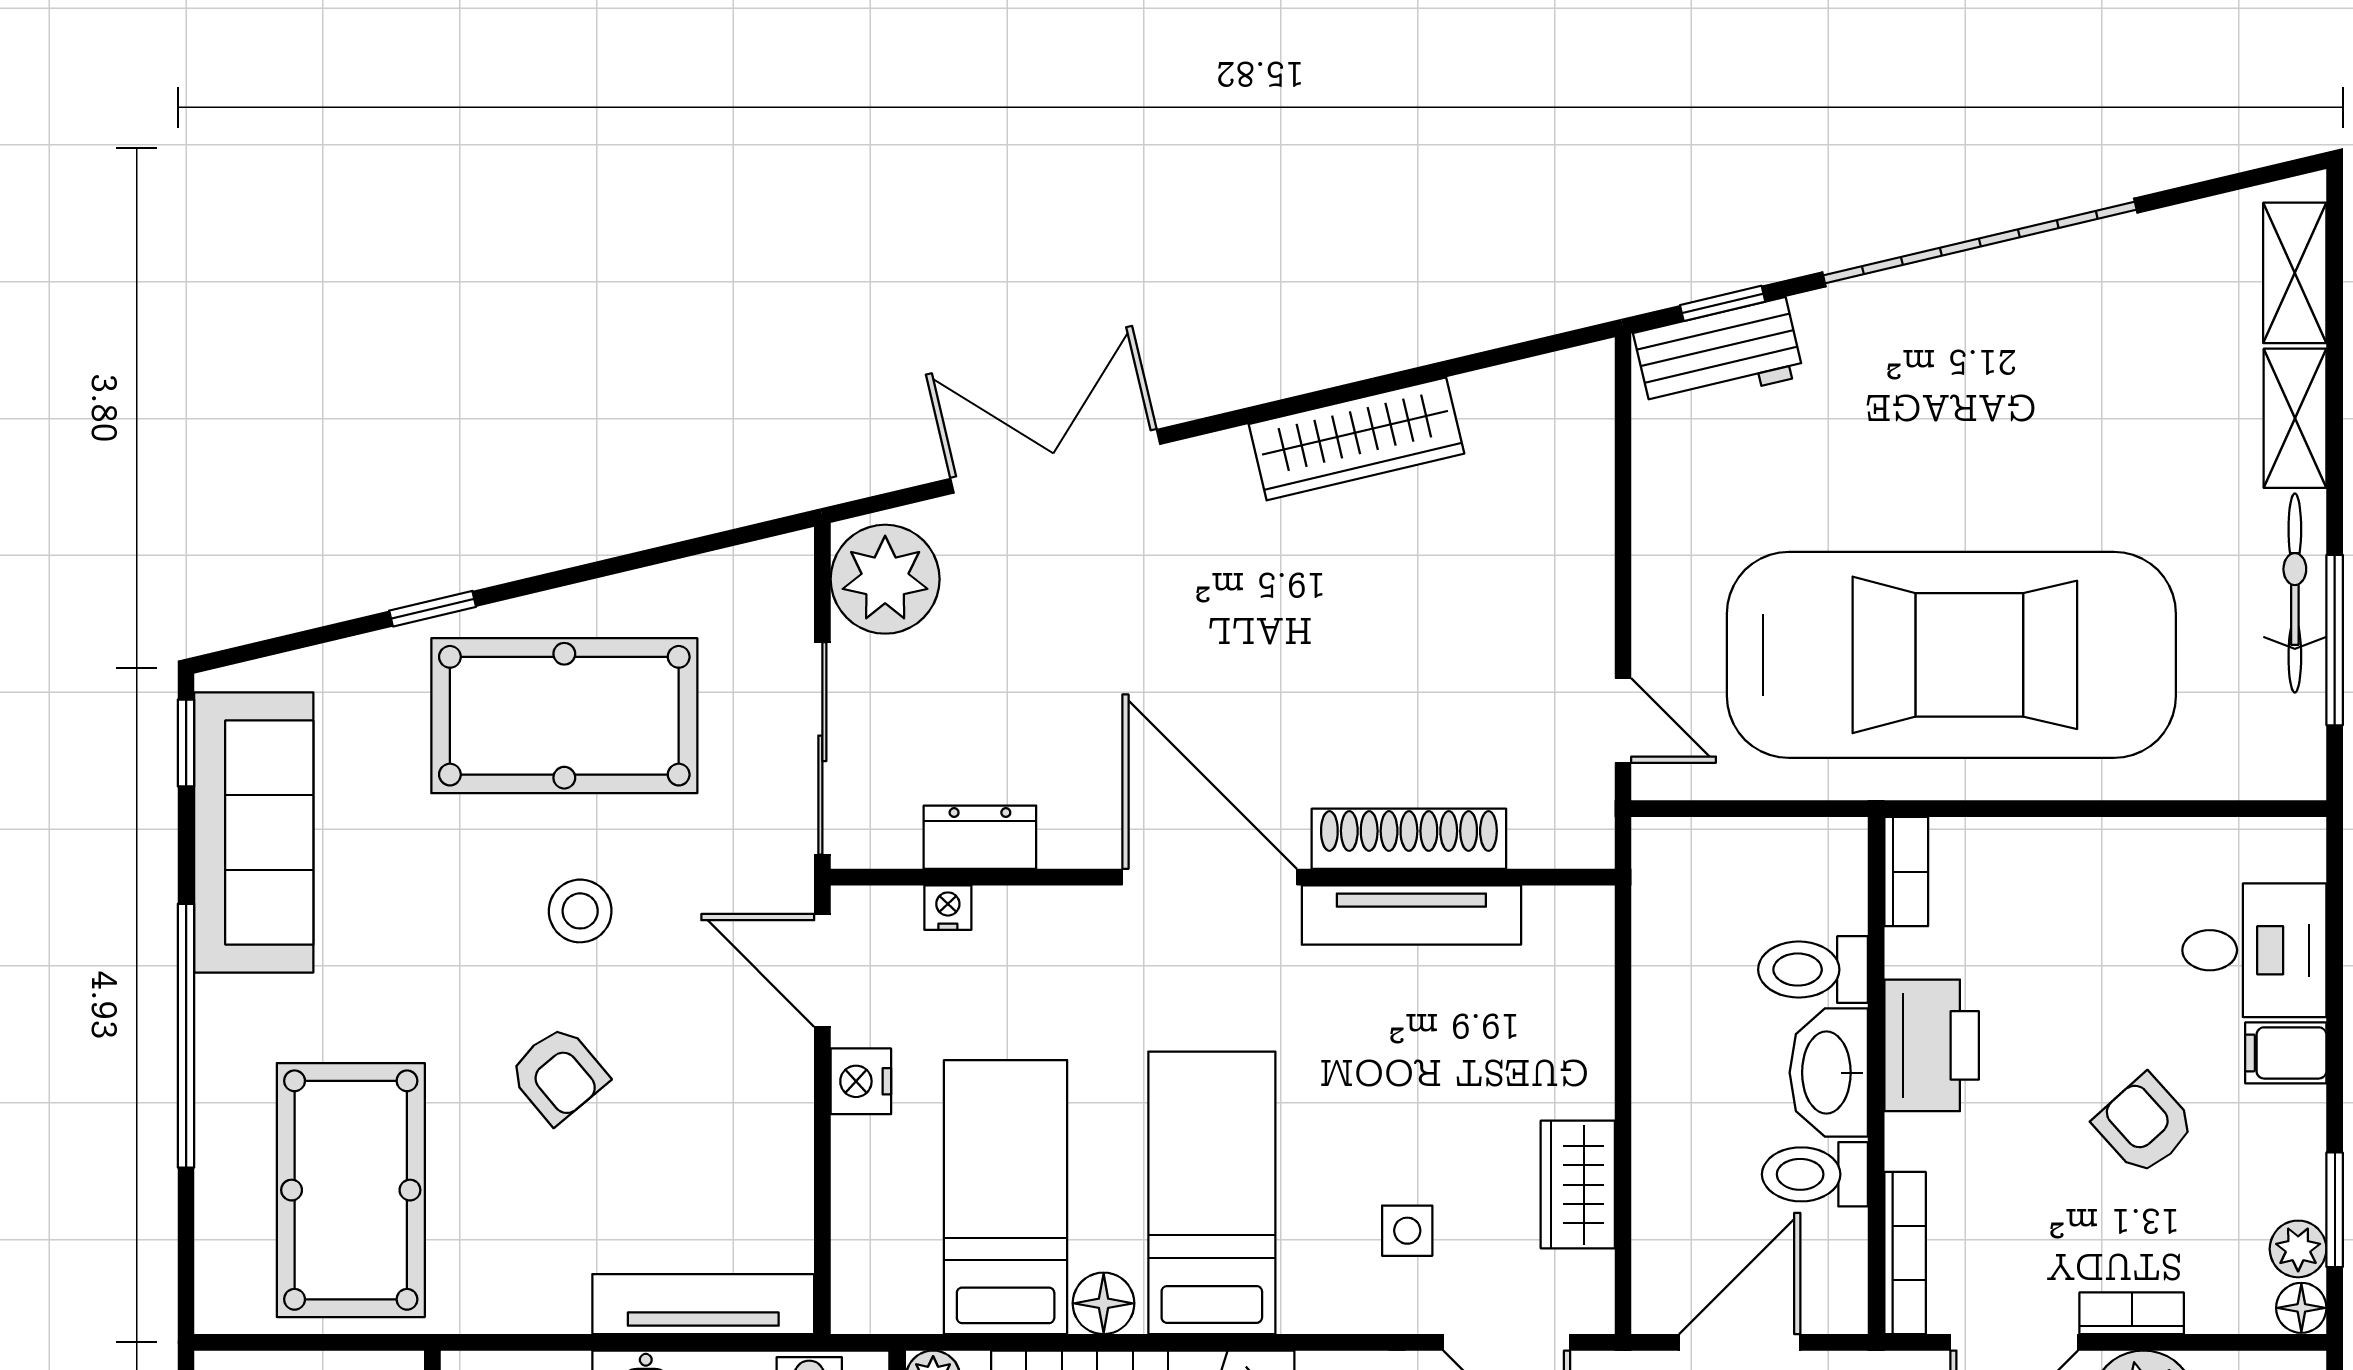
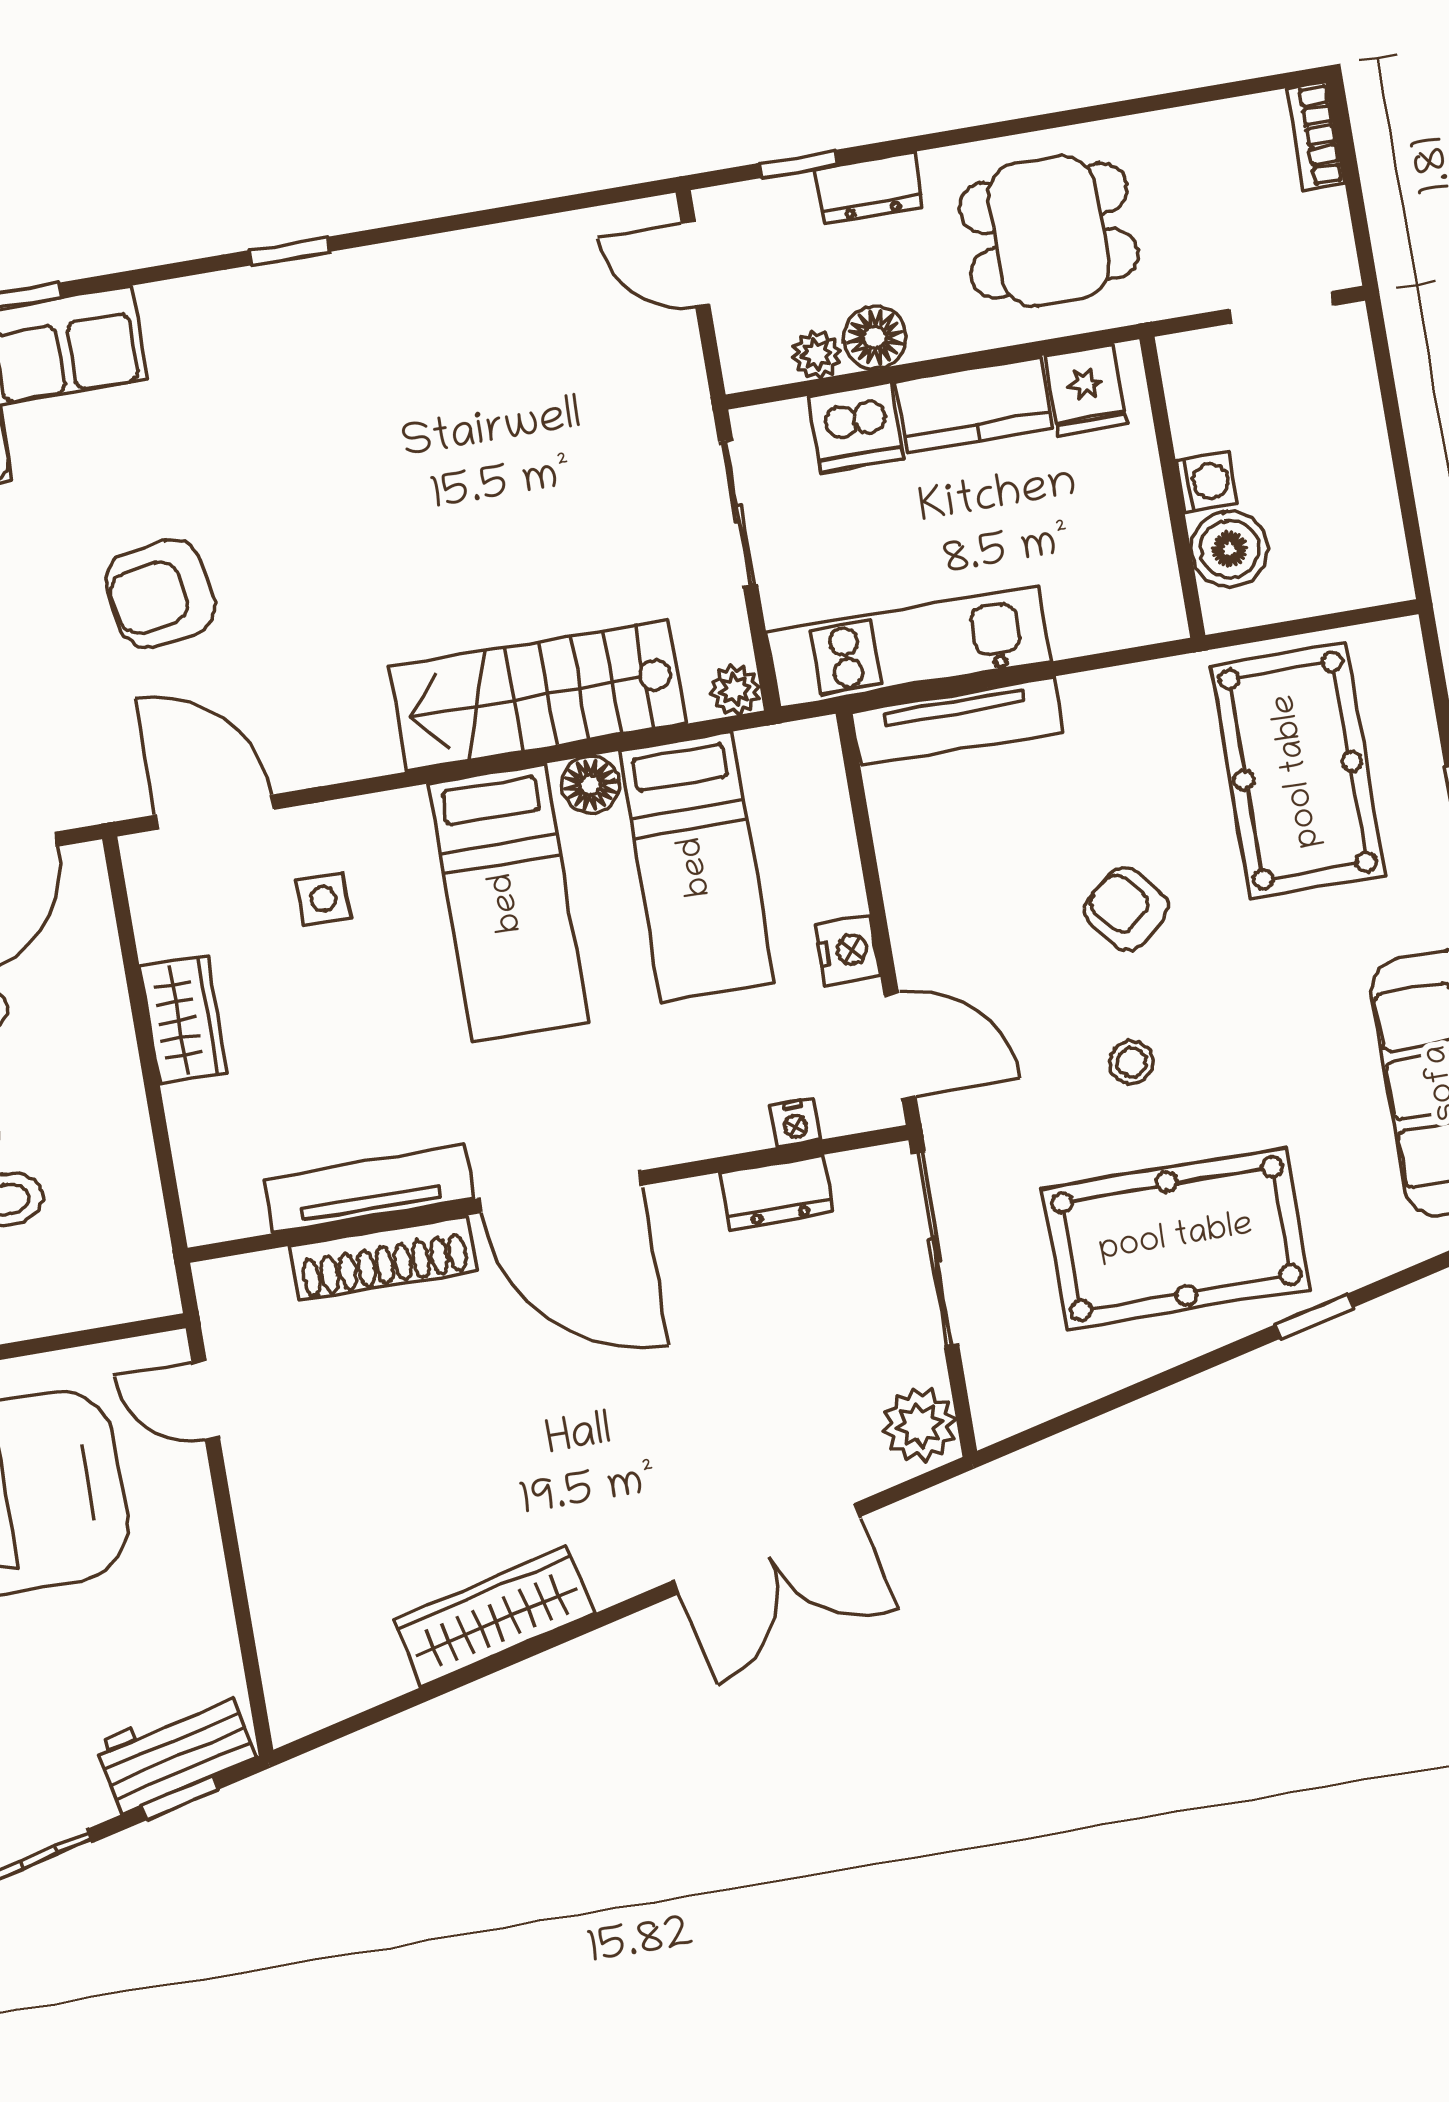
plant: (885, 579) -> (919, 1425), width x0.73, depth x0.73
stool: (580, 911) -> (1131, 1062), width x0.73, depth x0.73
wardrobe: (1578, 1185) -> (183, 1019), moved

